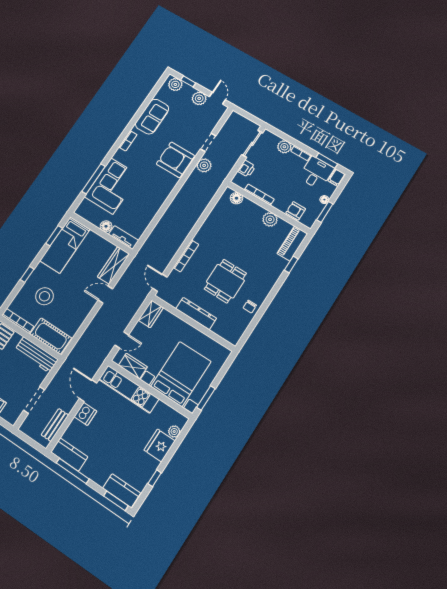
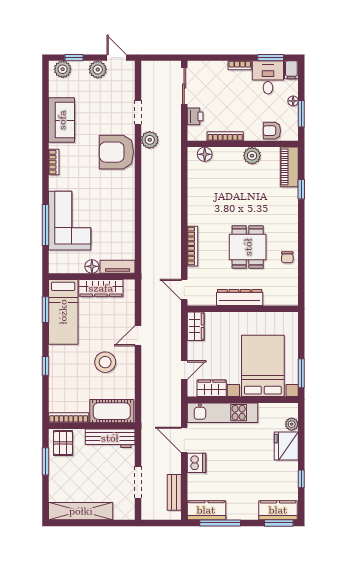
plant: (284, 147) -> (219, 69), removed
wardrobe: (114, 265) -> (101, 288), moved, turned -90
stool: (45, 296) -> (105, 362), moved

